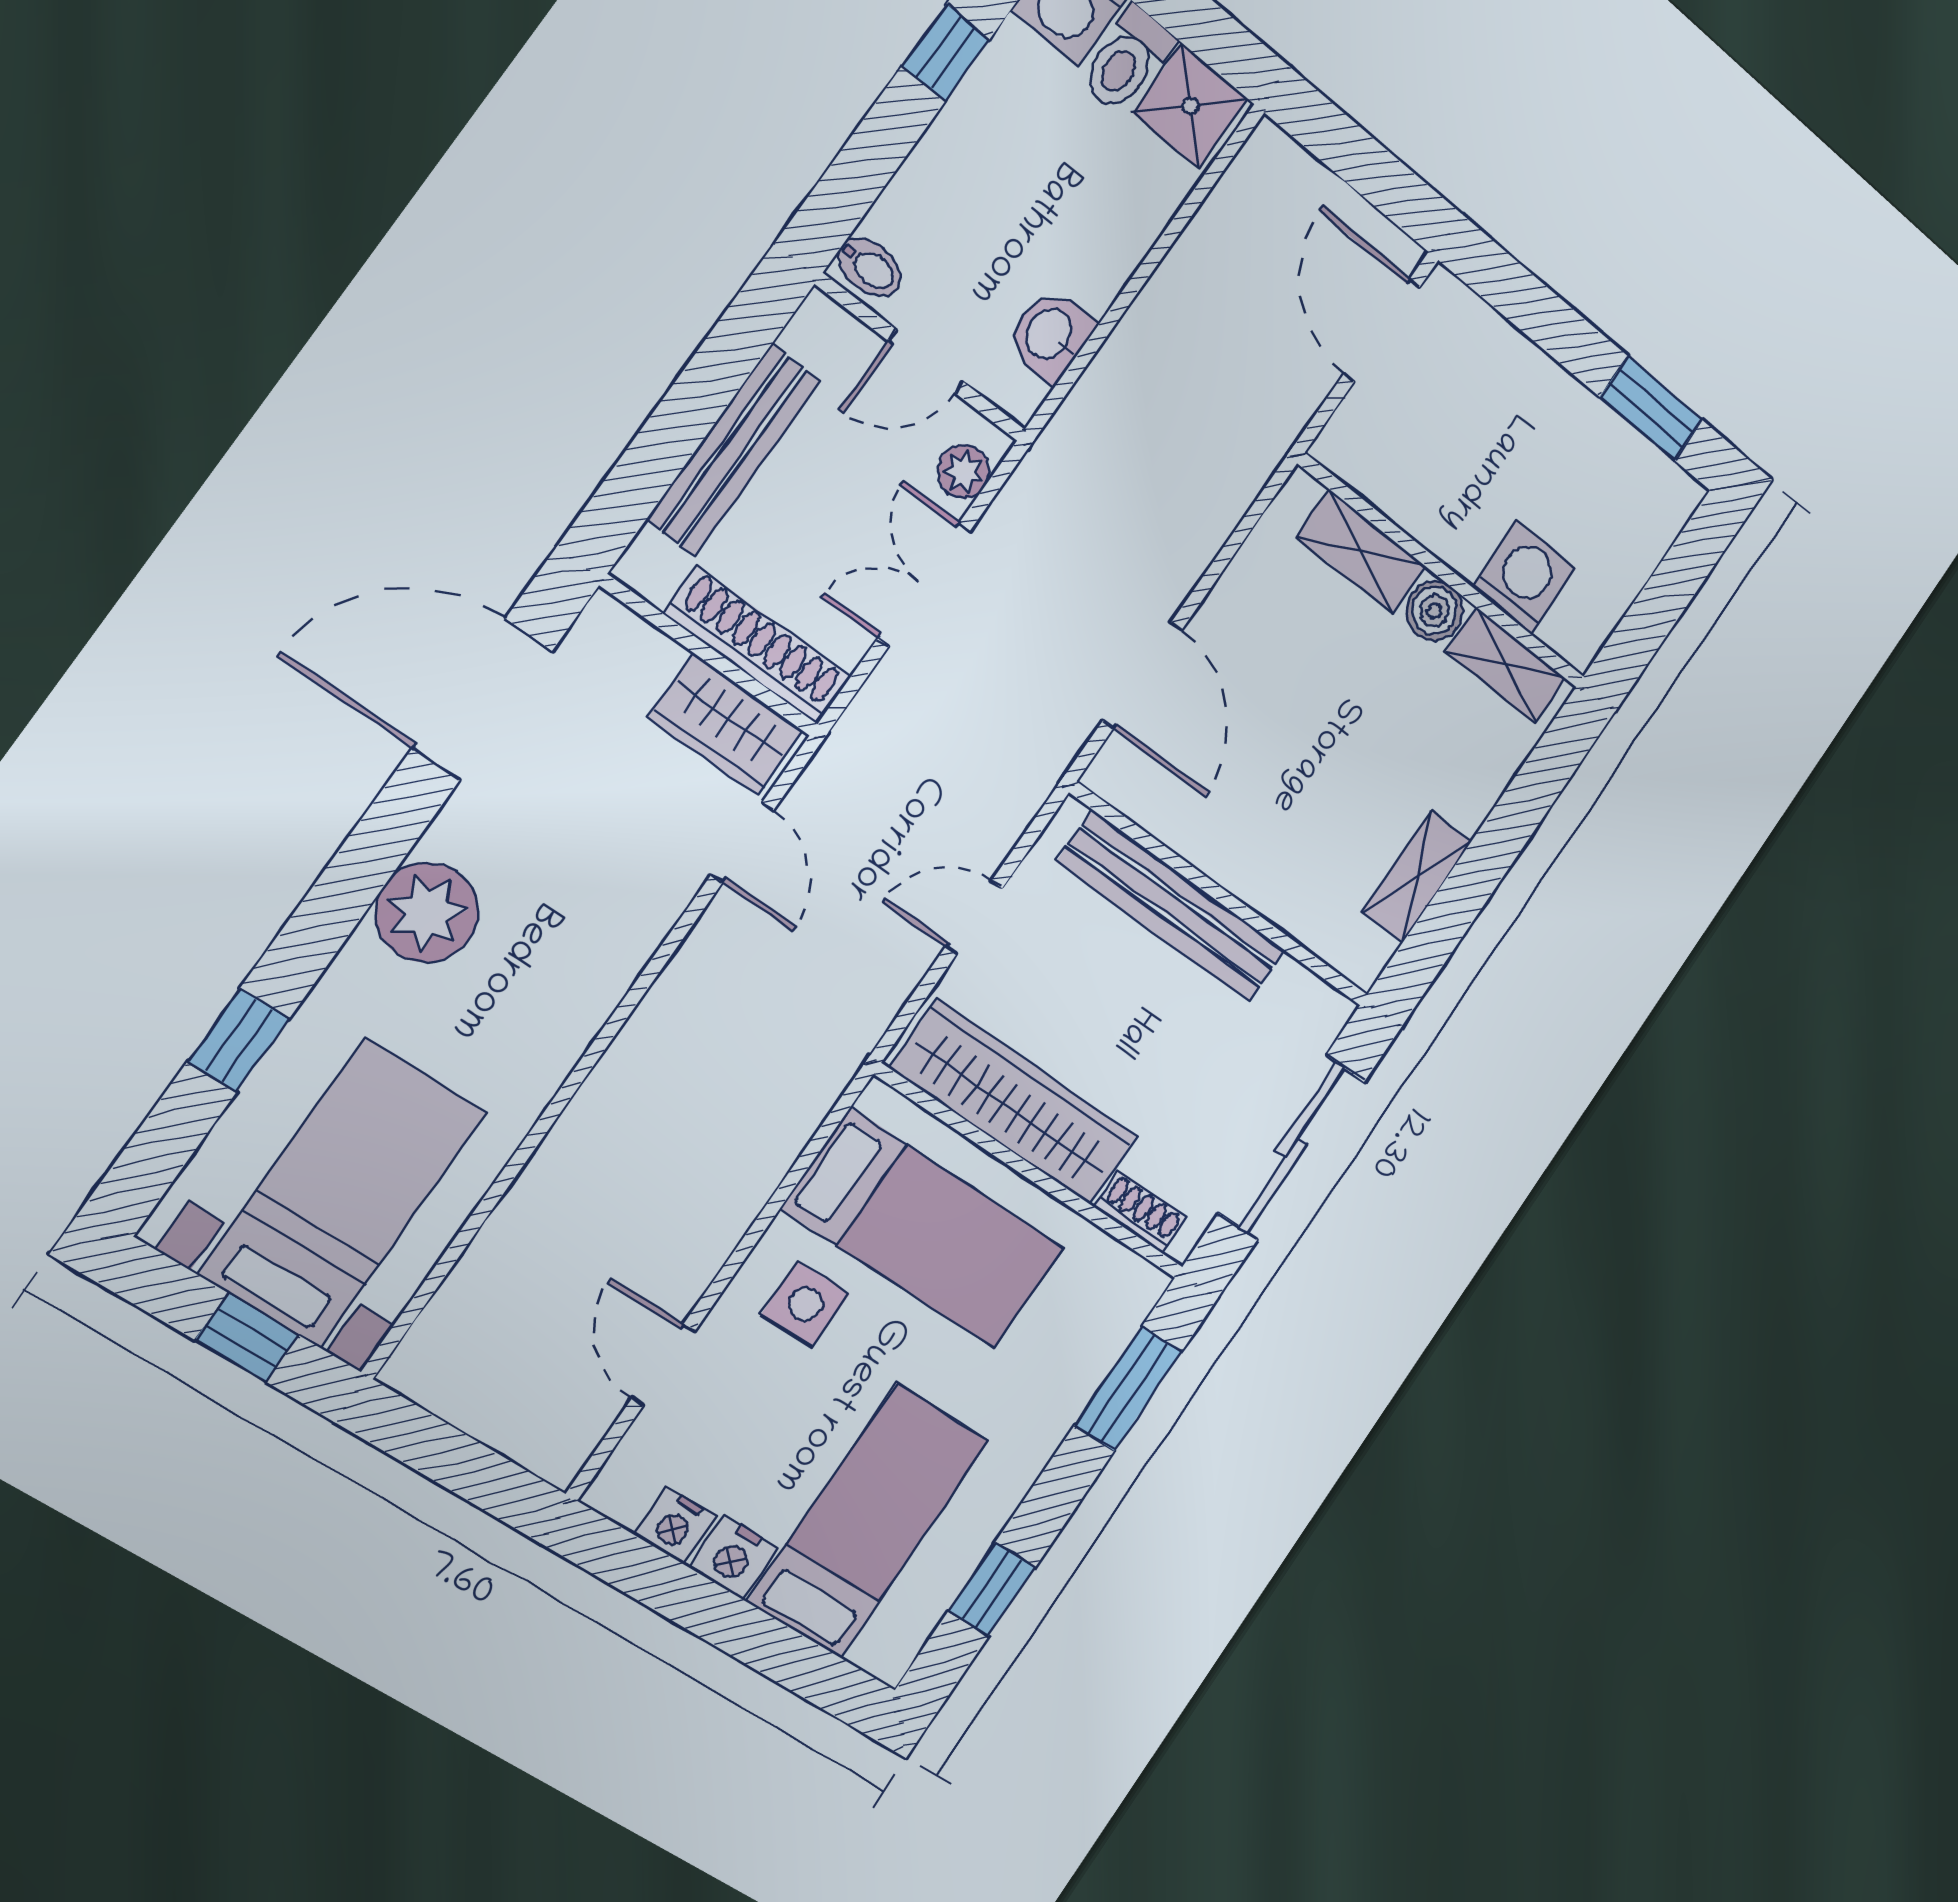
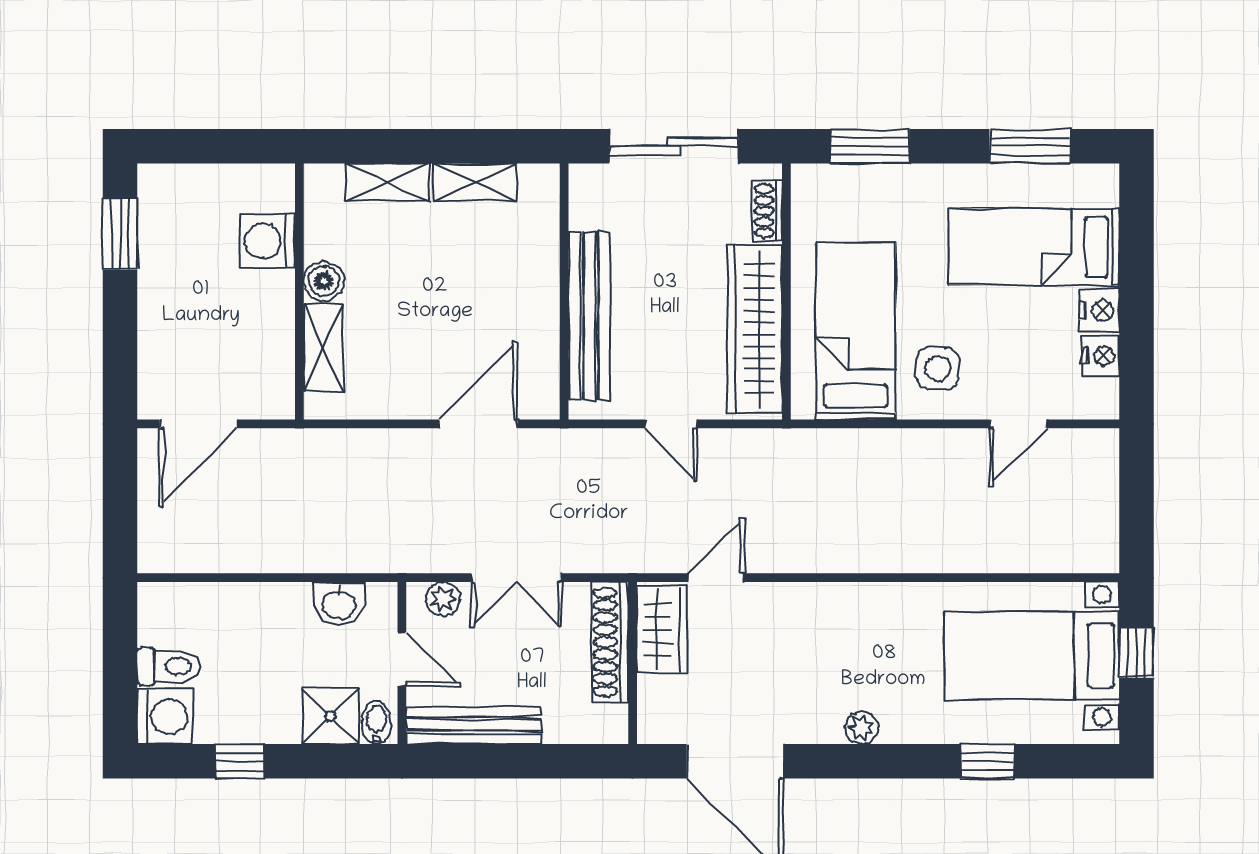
shower: (1190, 106) -> (330, 716), moved
bench: (733, 450) -> (474, 725), moved
shelving: (1506, 665) -> (388, 182), moved, turned 90
plant: (427, 913) -> (862, 728), width x0.53, depth x0.53
window: (992, 1590) -> (1030, 146), width x1.50

